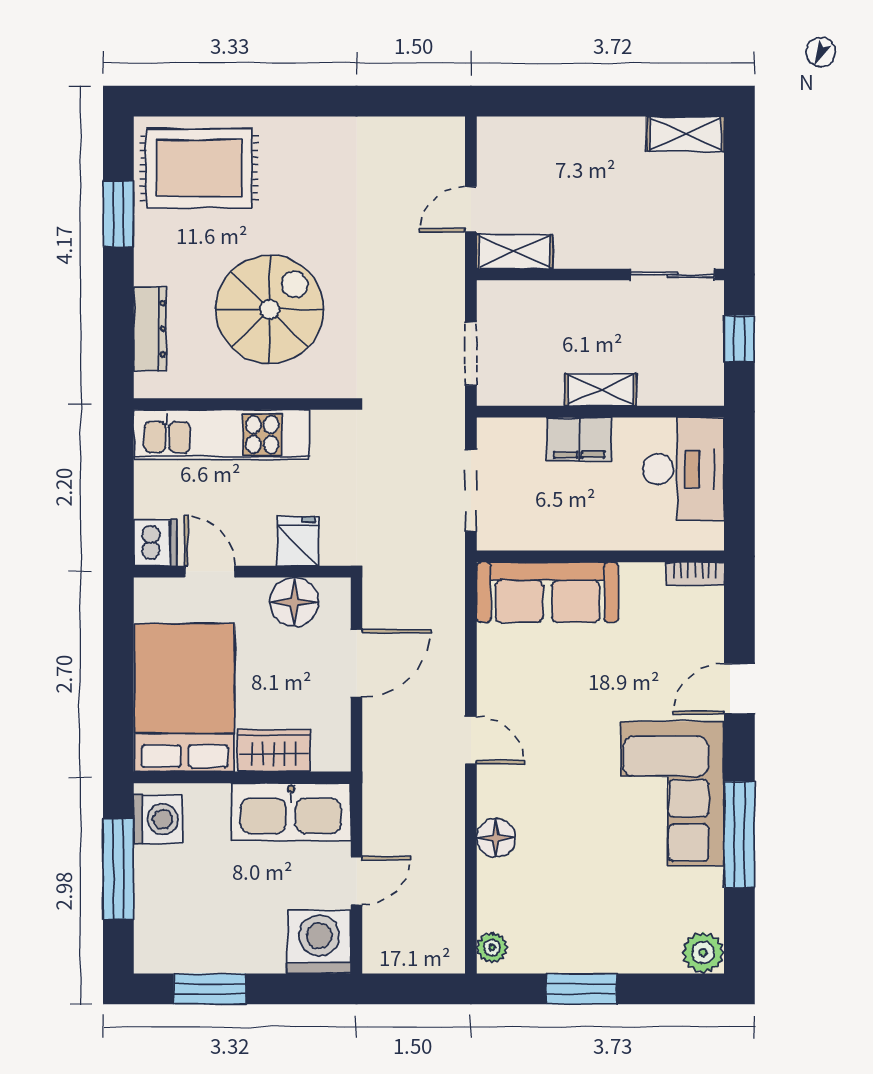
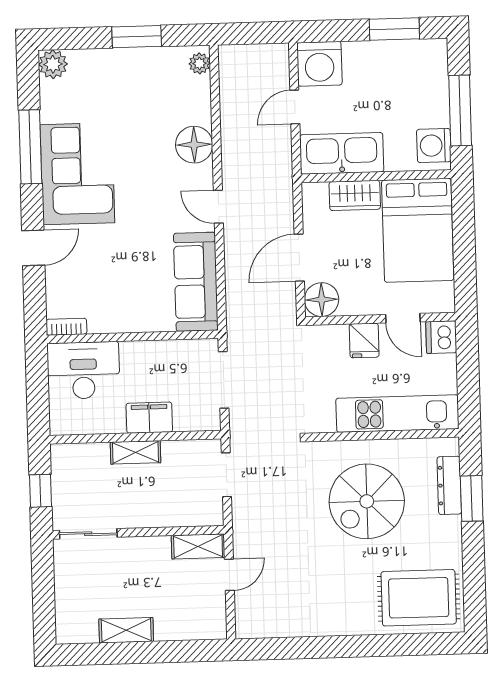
shelving: (685, 134) -> (126, 630), moved
window: (118, 214) -> (472, 498), moved
desk: (684, 469) -> (83, 370), moved, turned 90
fridge: (298, 541) -> (364, 340), moved
sofa: (547, 592) -> (196, 282), moved, turned -90
floor lamp: (294, 602) -> (322, 300), moved
floor lamp: (496, 838) -> (194, 145), width x1.38, depth x1.38

